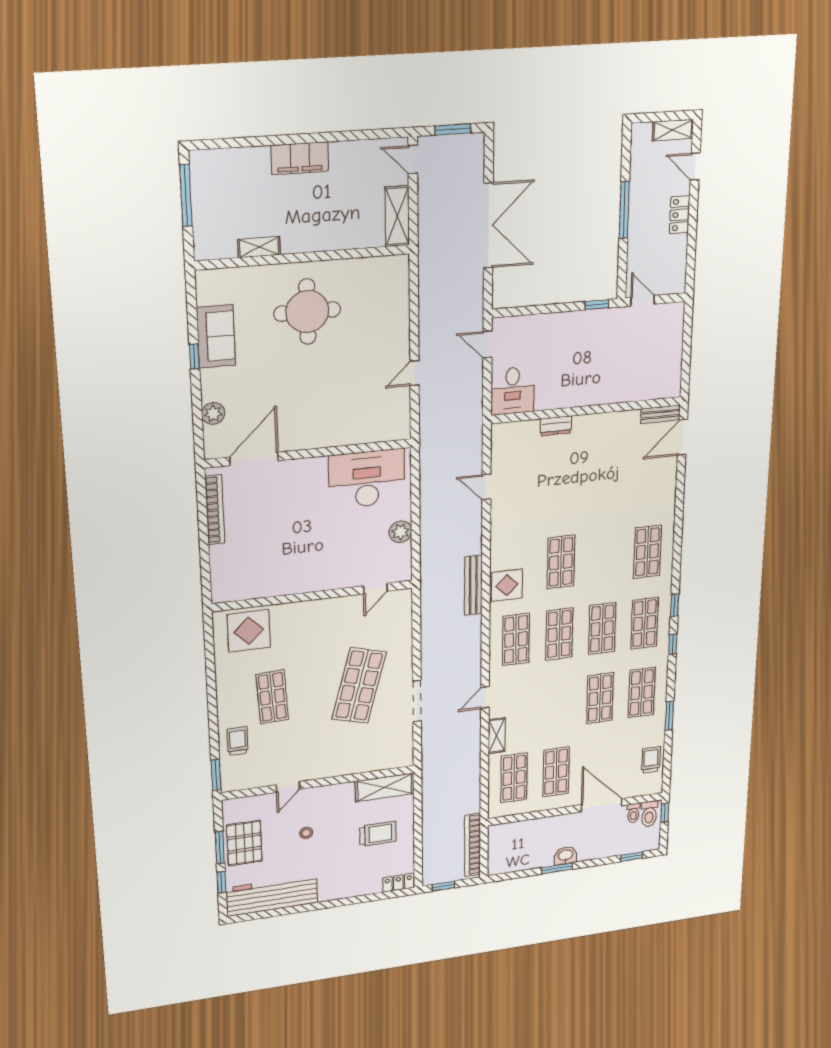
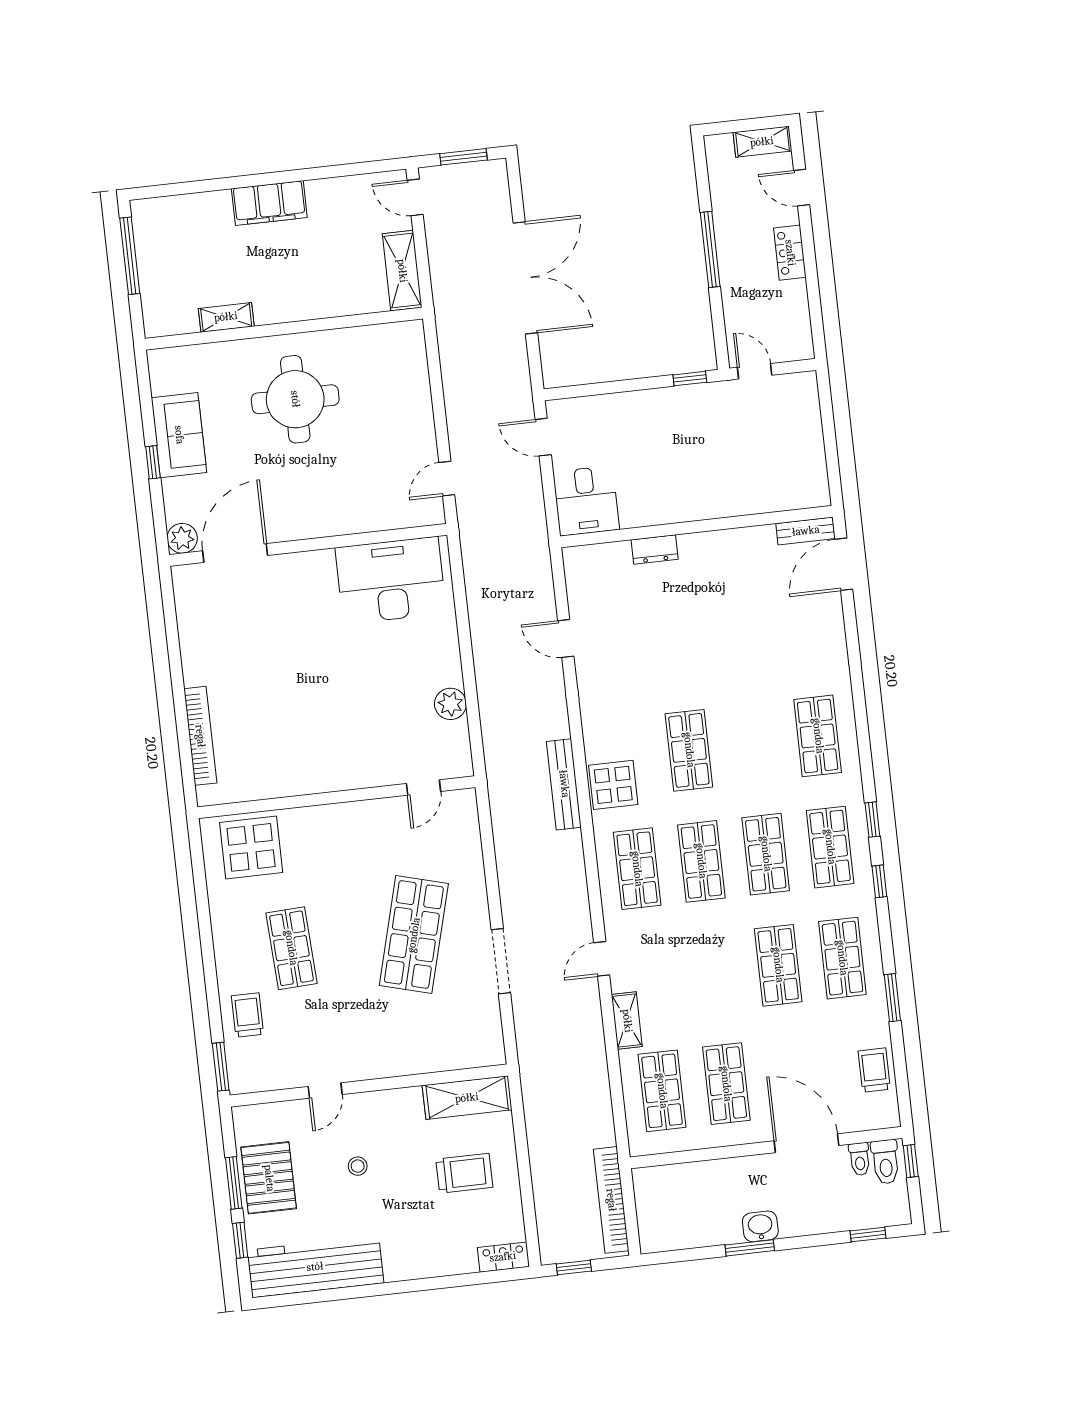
wall: (309, 453) -> (308, 545), moved
door: (254, 459) -> (235, 553), moved
desk: (367, 479) -> (391, 580), moved
bookcase: (215, 510) -> (200, 736), moved

